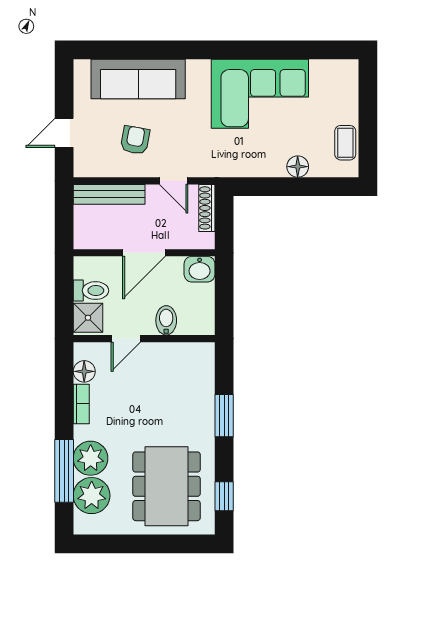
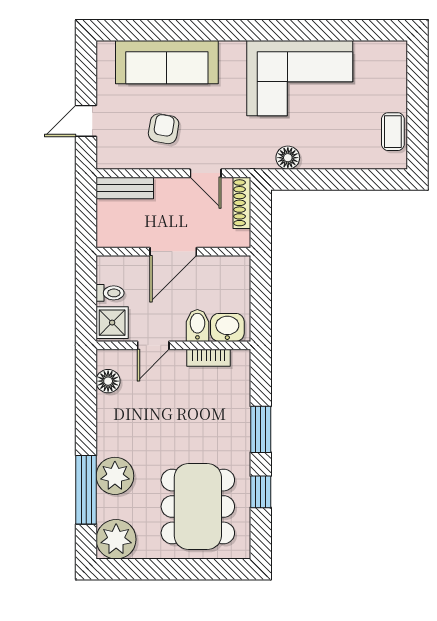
floor lamp: (298, 167) -> (288, 158), moved
bench: (109, 194) -> (125, 188), width x0.73
washbasin: (200, 269) -> (227, 327), moved, turned 180
toilet: (91, 291) -> (110, 293), width x0.73, depth x0.72
bookcase: (81, 404) -> (209, 358), moved, turned 90
plant: (92, 496) -> (116, 539), moved
window: (224, 496) -> (261, 492), moved

